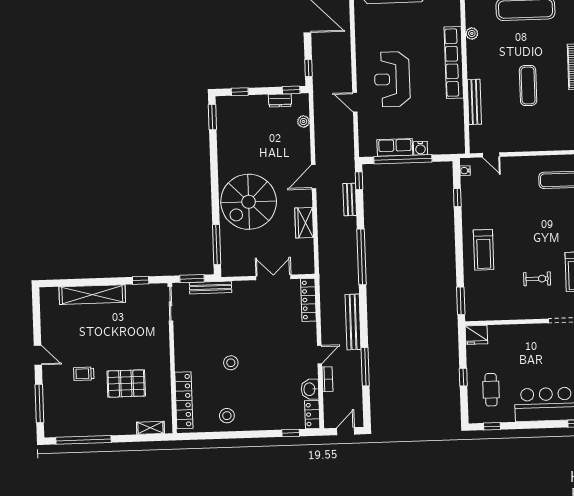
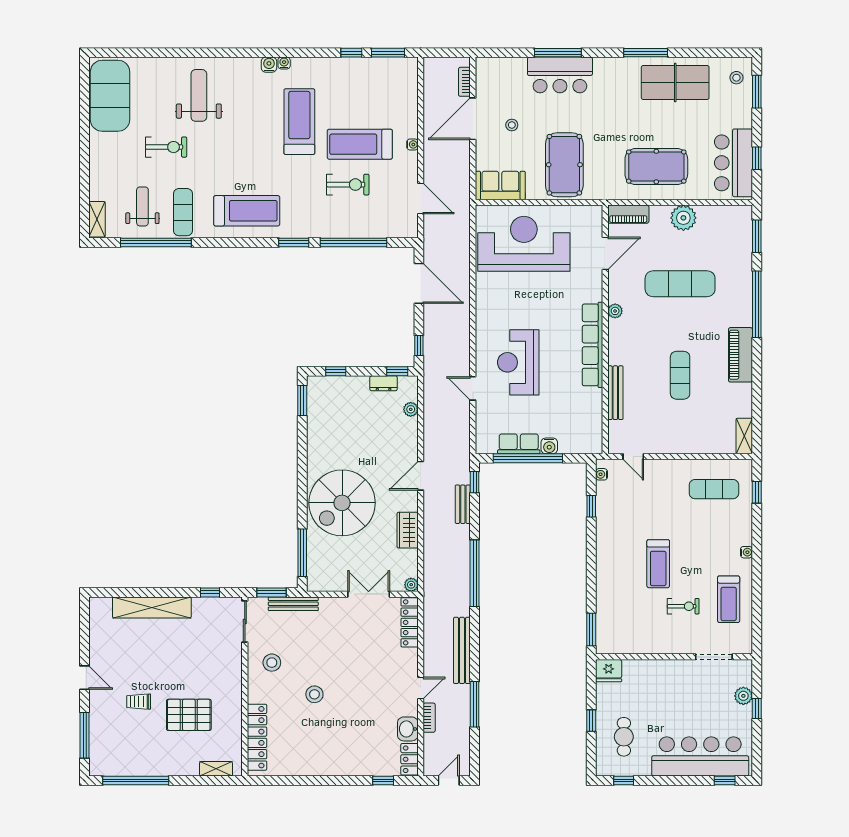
treadmill: (484, 250) -> (658, 564), moved
plant: (309, 268) -> (411, 585), added
stool: (227, 416) -> (272, 663), moved

